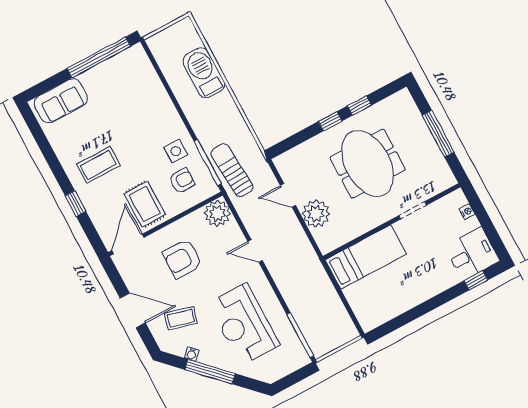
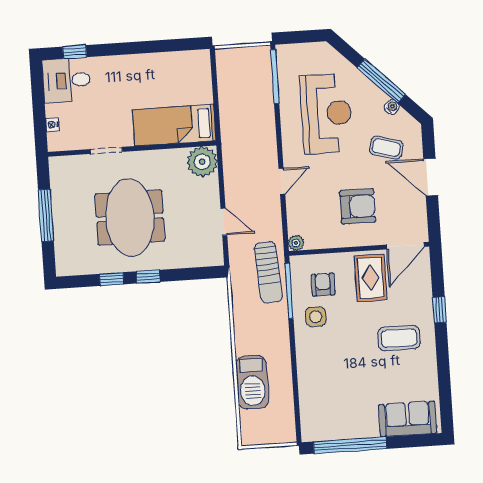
armchair: (182, 181) -> (323, 285), turned 90
plant: (217, 213) -> (296, 243), width x0.53, depth x0.53
plant: (316, 214) -> (202, 162), moved
door: (255, 251) -> (282, 181), hinge flipped

